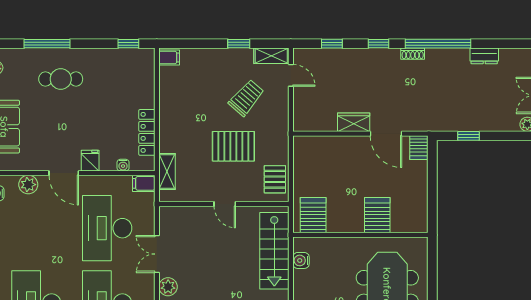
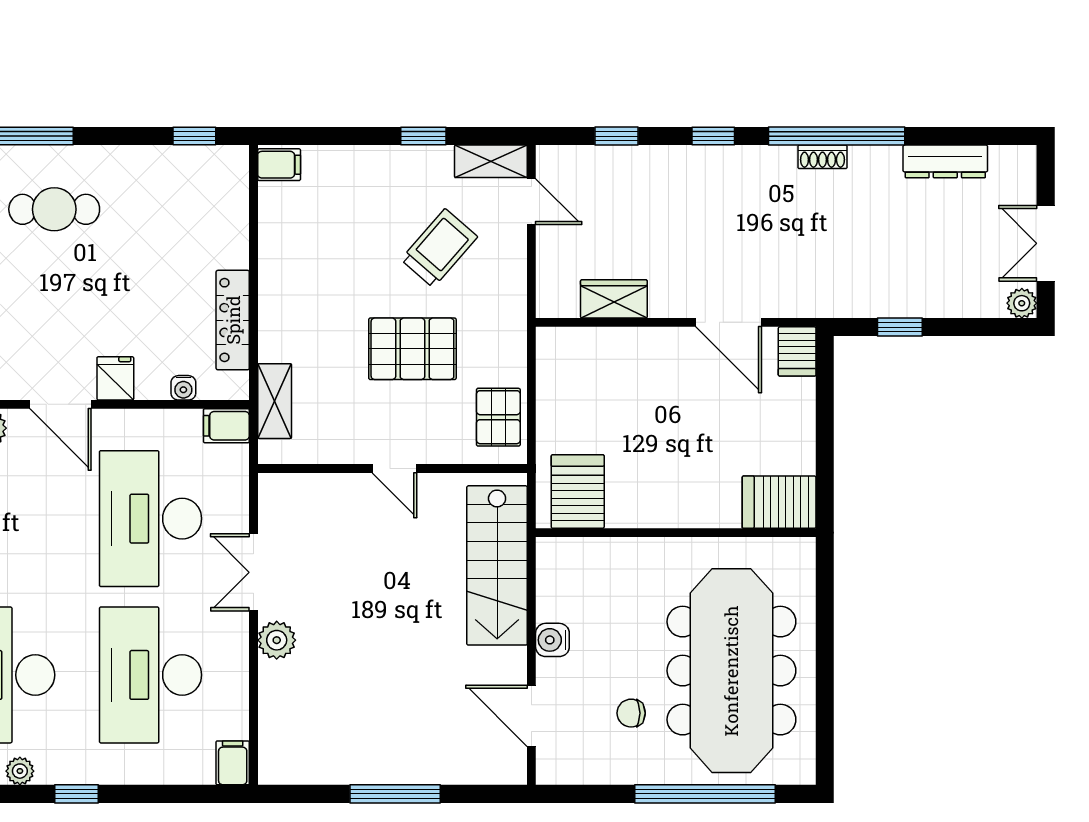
shoe rack: (413, 54) -> (822, 157), moved
dresser: (484, 56) -> (945, 161), width x1.44
wardrobe: (354, 122) -> (614, 299), moved
server rack: (377, 215) -> (779, 502), moved, turned -90
water cooler: (301, 260) -> (552, 640), moved

